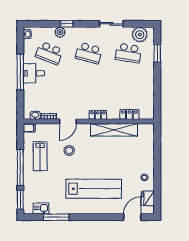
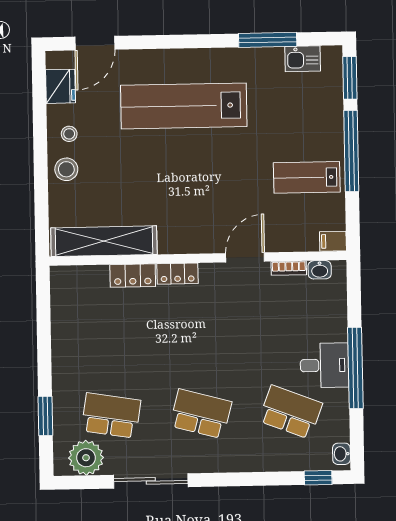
window: (67, 24) -> (318, 478), moved
sliding door: (111, 24) -> (151, 481), width x1.37
plant: (60, 32) -> (267, 460), removed
locker: (129, 114) -> (133, 276), moved
shelving: (114, 130) -> (104, 241), moved
stool: (69, 150) -> (66, 169), moved
lab bench: (40, 156) -> (307, 177), turned -90

